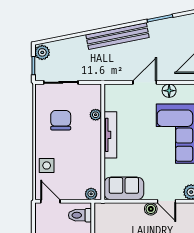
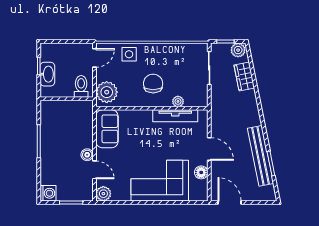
bench: (117, 36) -> (261, 156), moved
wardrobe: (70, 46) -> (244, 76), added
chair: (61, 120) -> (153, 84), moved, turned -90
tv unit: (110, 135) -> (175, 116), moved
plant: (91, 194) -> (107, 92), width x1.87, depth x1.87
door: (167, 201) -> (95, 170), swing flipped

